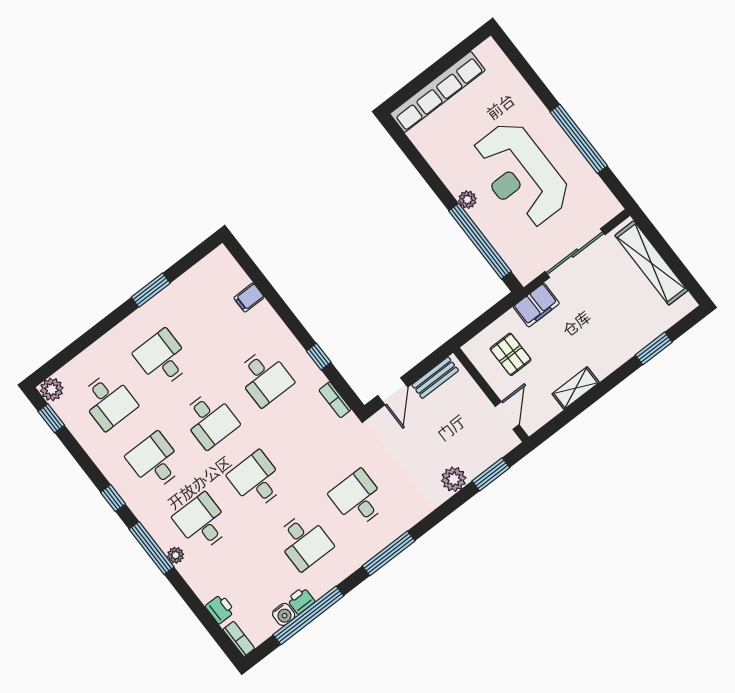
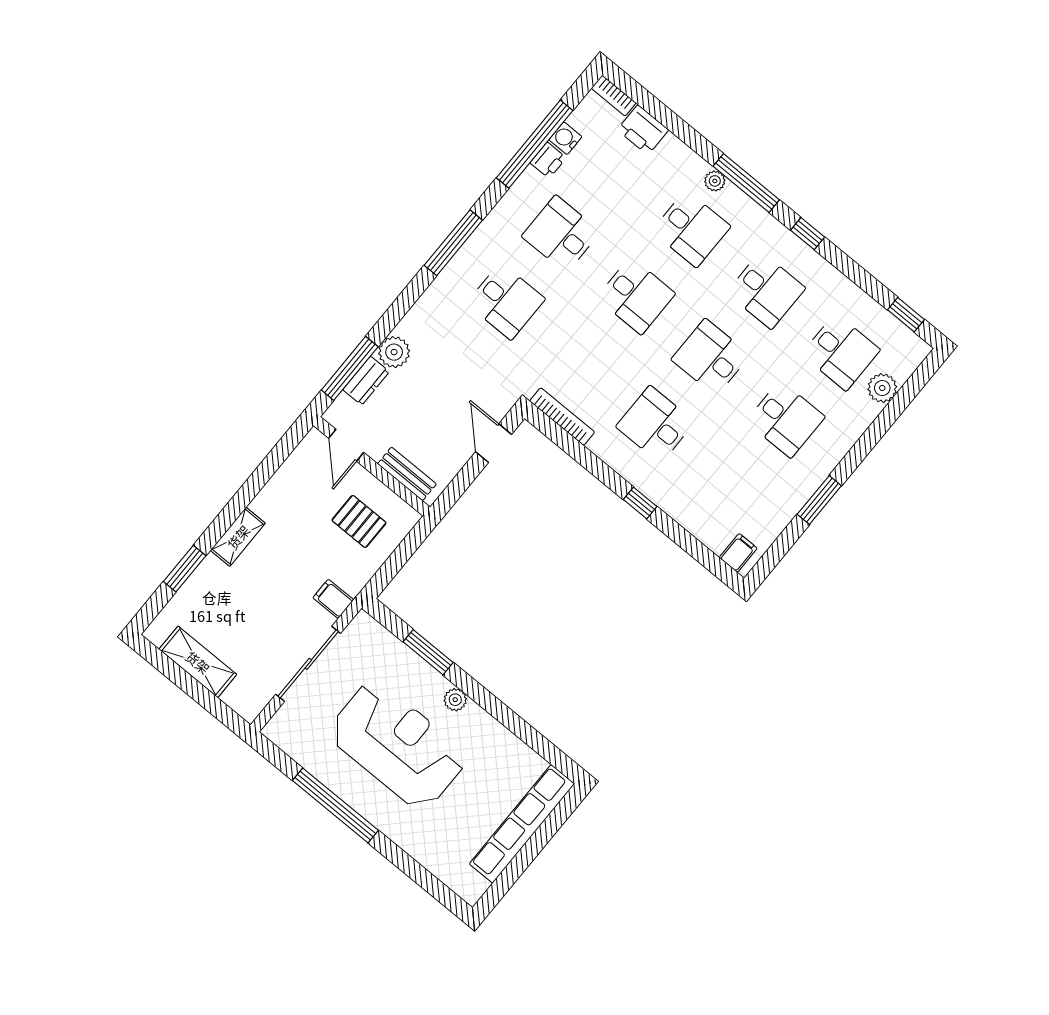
window: (480, 241) -> (428, 652), width x0.47
shelving: (651, 263) -> (198, 662), width x0.68
filing cabinet: (249, 297) -> (738, 553), moved
filing cabinet: (536, 305) -> (333, 599), width x0.50
window: (319, 357) -> (640, 503), moved
bench: (435, 378) -> (407, 474), moved, turned 90
shelving: (576, 388) -> (238, 537), moved
plant: (52, 389) -> (882, 388), moved
bookcase: (335, 400) -> (562, 417), width x1.56
desk: (108, 401) -> (841, 352), turned 180
dresser: (480, 462) -> (366, 381), added
window: (491, 474) -> (350, 368), width x1.44
printer: (220, 609) -> (643, 130), width x1.36, depth x1.24

